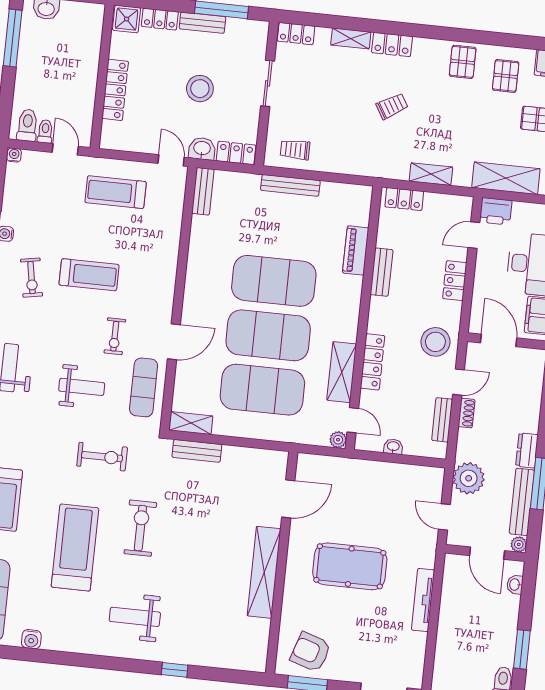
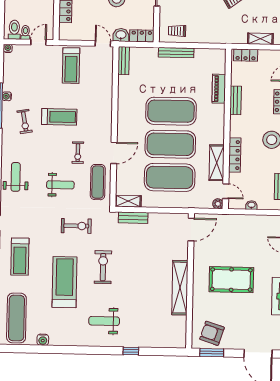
door: (65, 149) -> (38, 42), hinge flipped
treadmill: (116, 192) -> (71, 66), turned -90
door: (288, 499) -> (191, 230), moved

